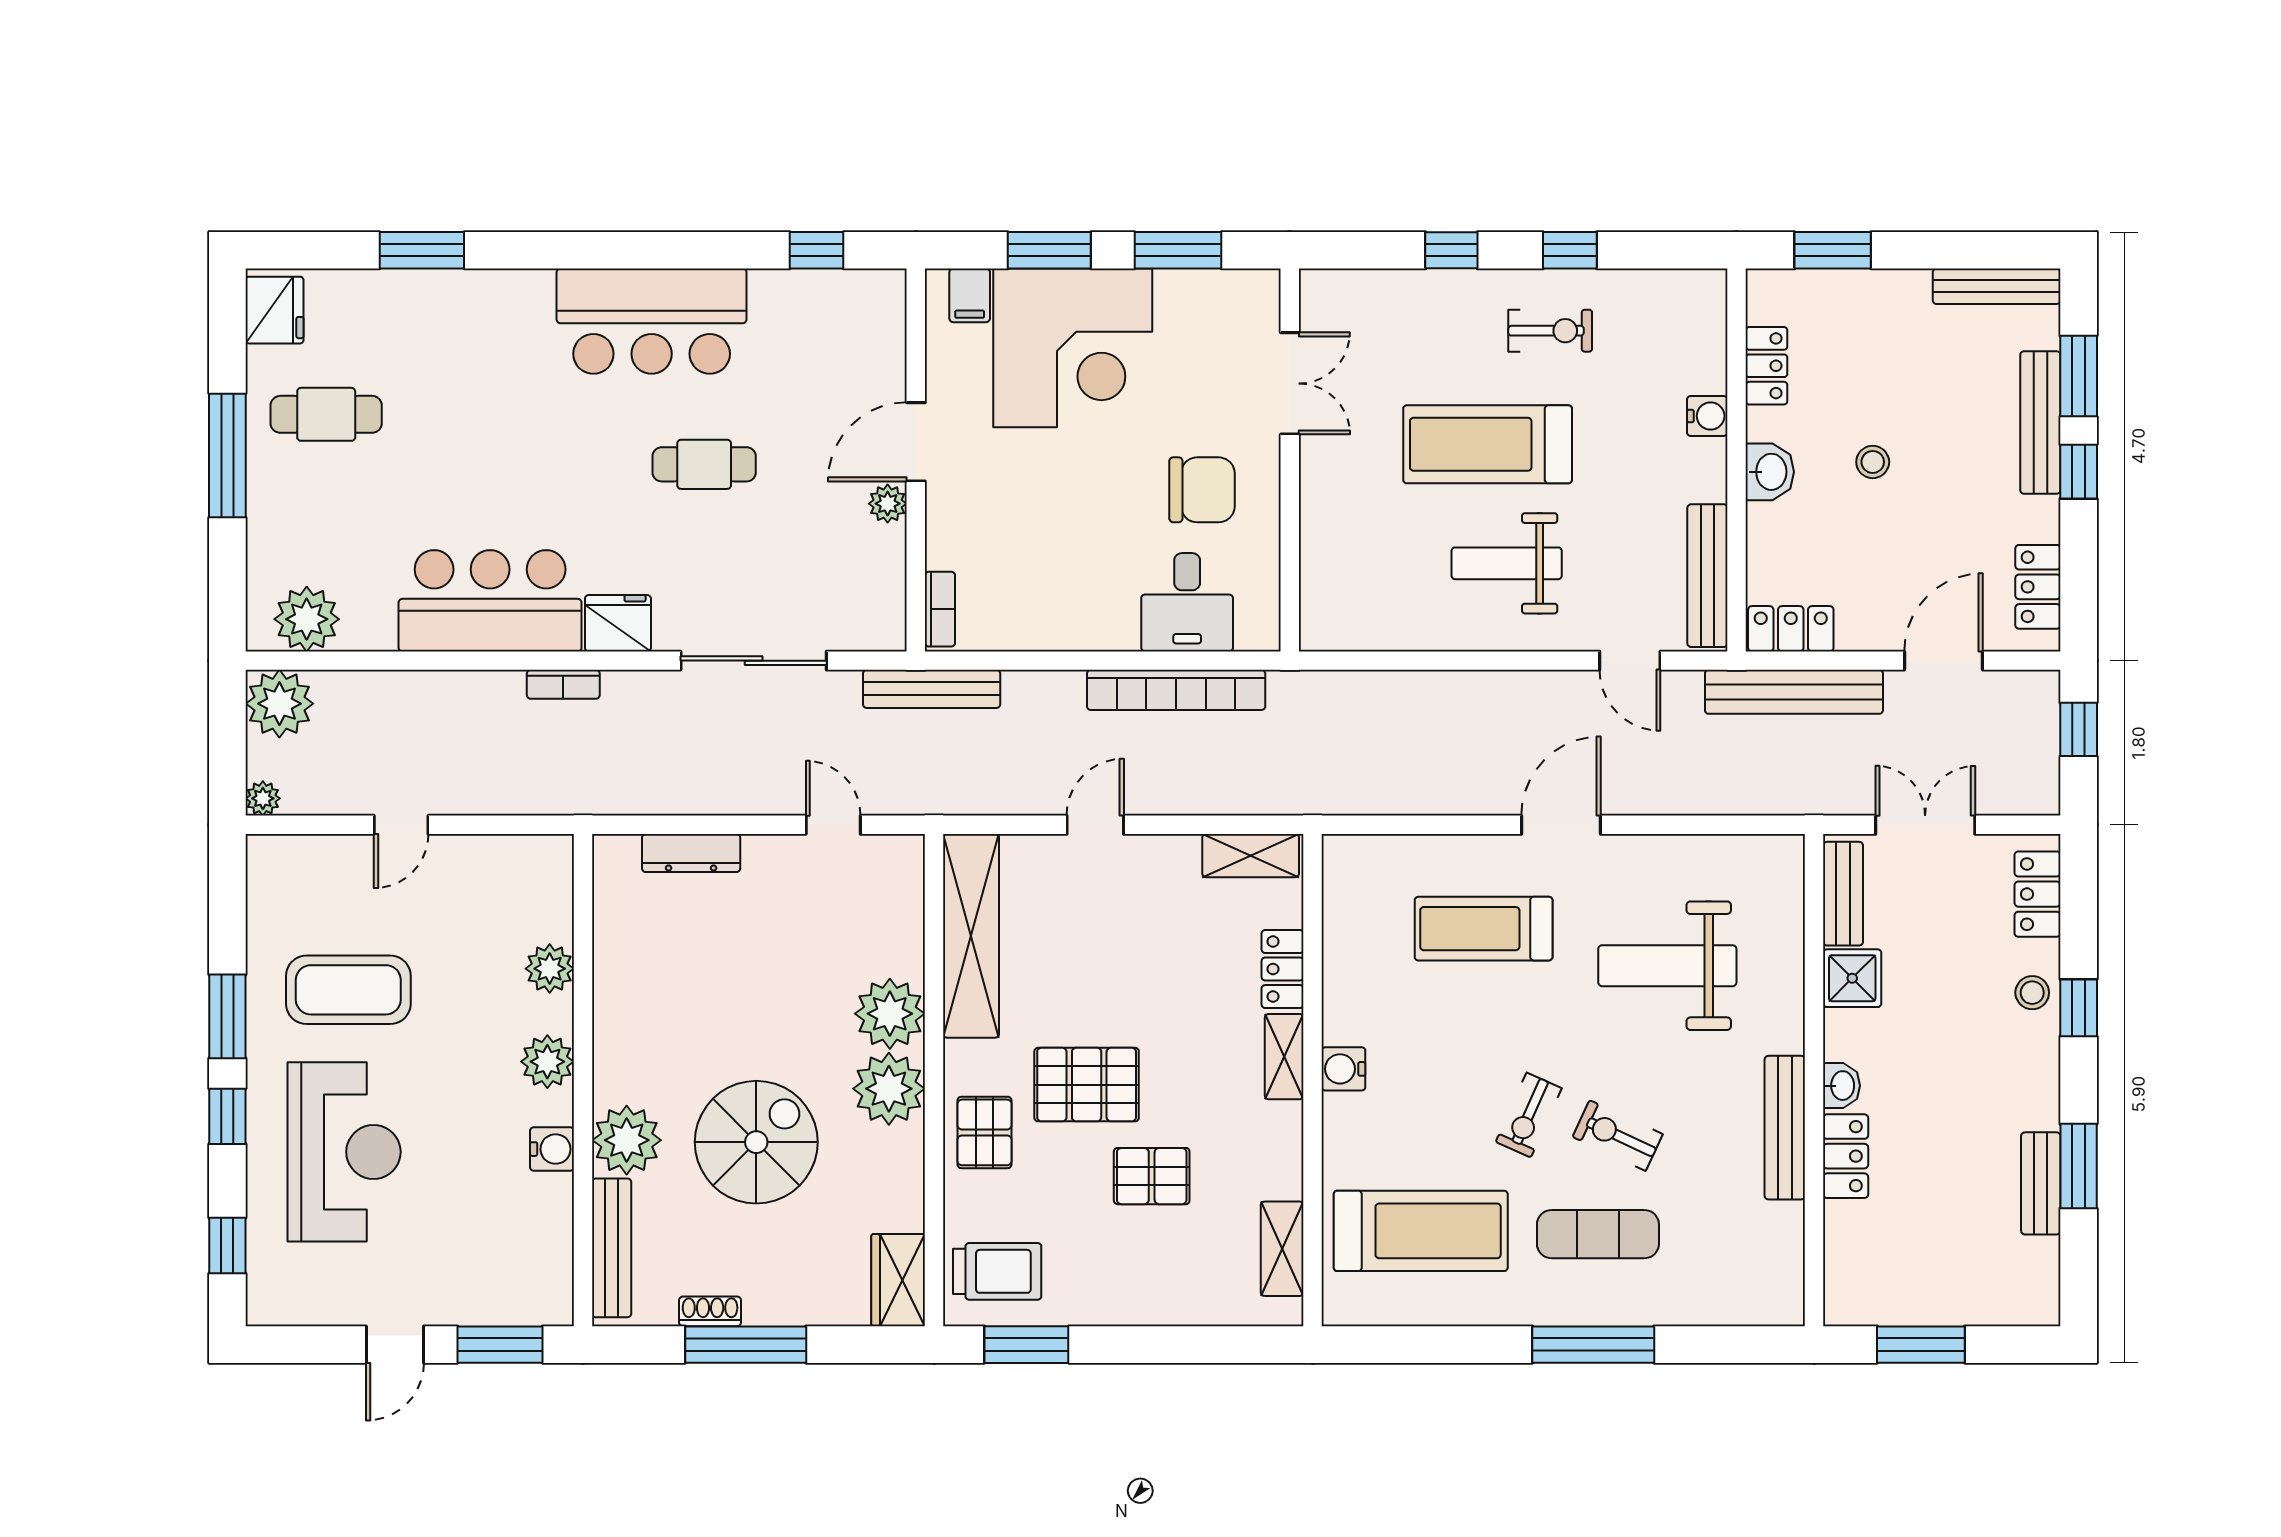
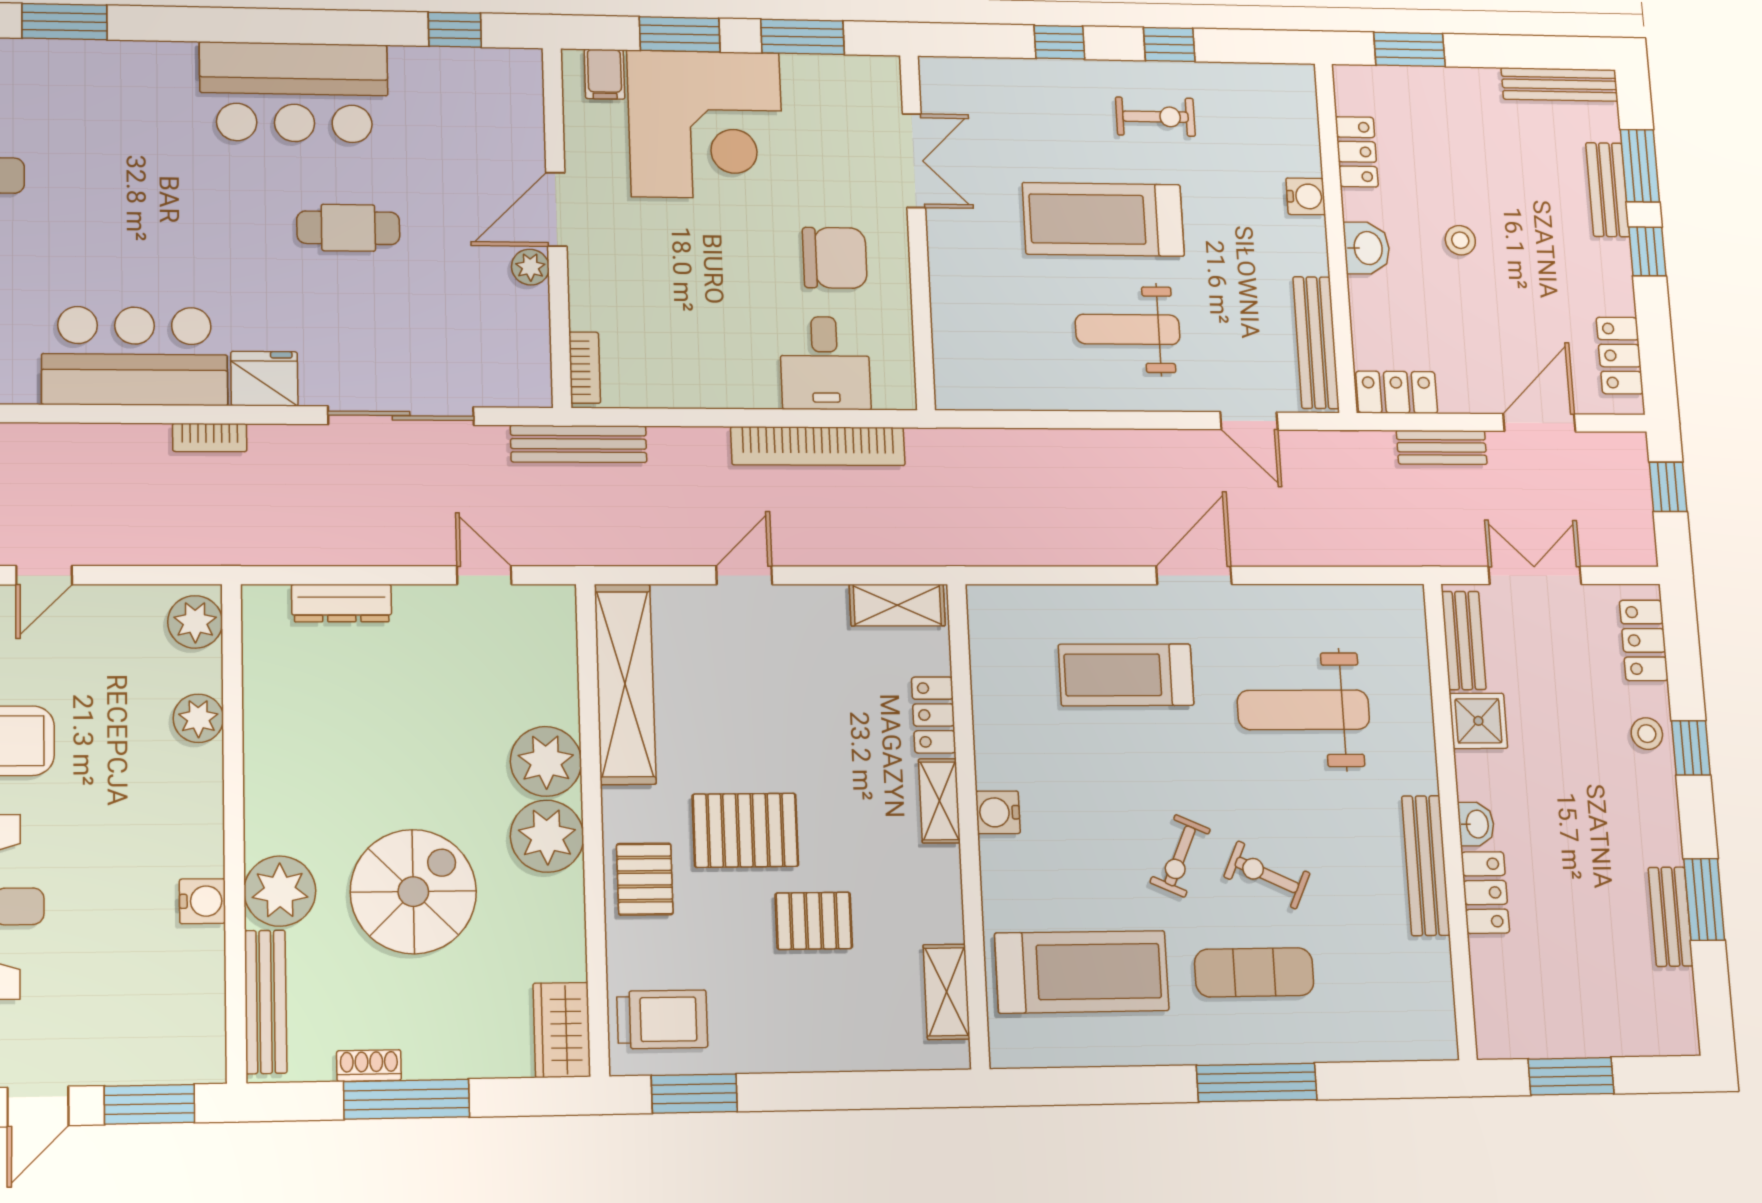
bench: (2040, 422) -> (1608, 190), width x0.73
bench: (1794, 692) -> (1442, 447), width x0.54, depth x0.82
plant: (547, 1062) -> (195, 622), moved

